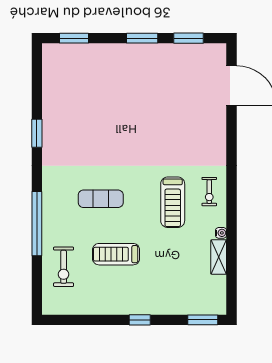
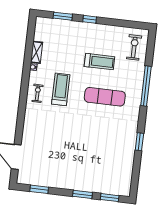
window: (142, 38) -> (83, 194), moved
exercise mat: (101, 199) -> (105, 97), width x1.36, depth x1.45
exercise bike: (64, 267) -> (134, 47), moved
window: (203, 320) -> (63, 16), moved

